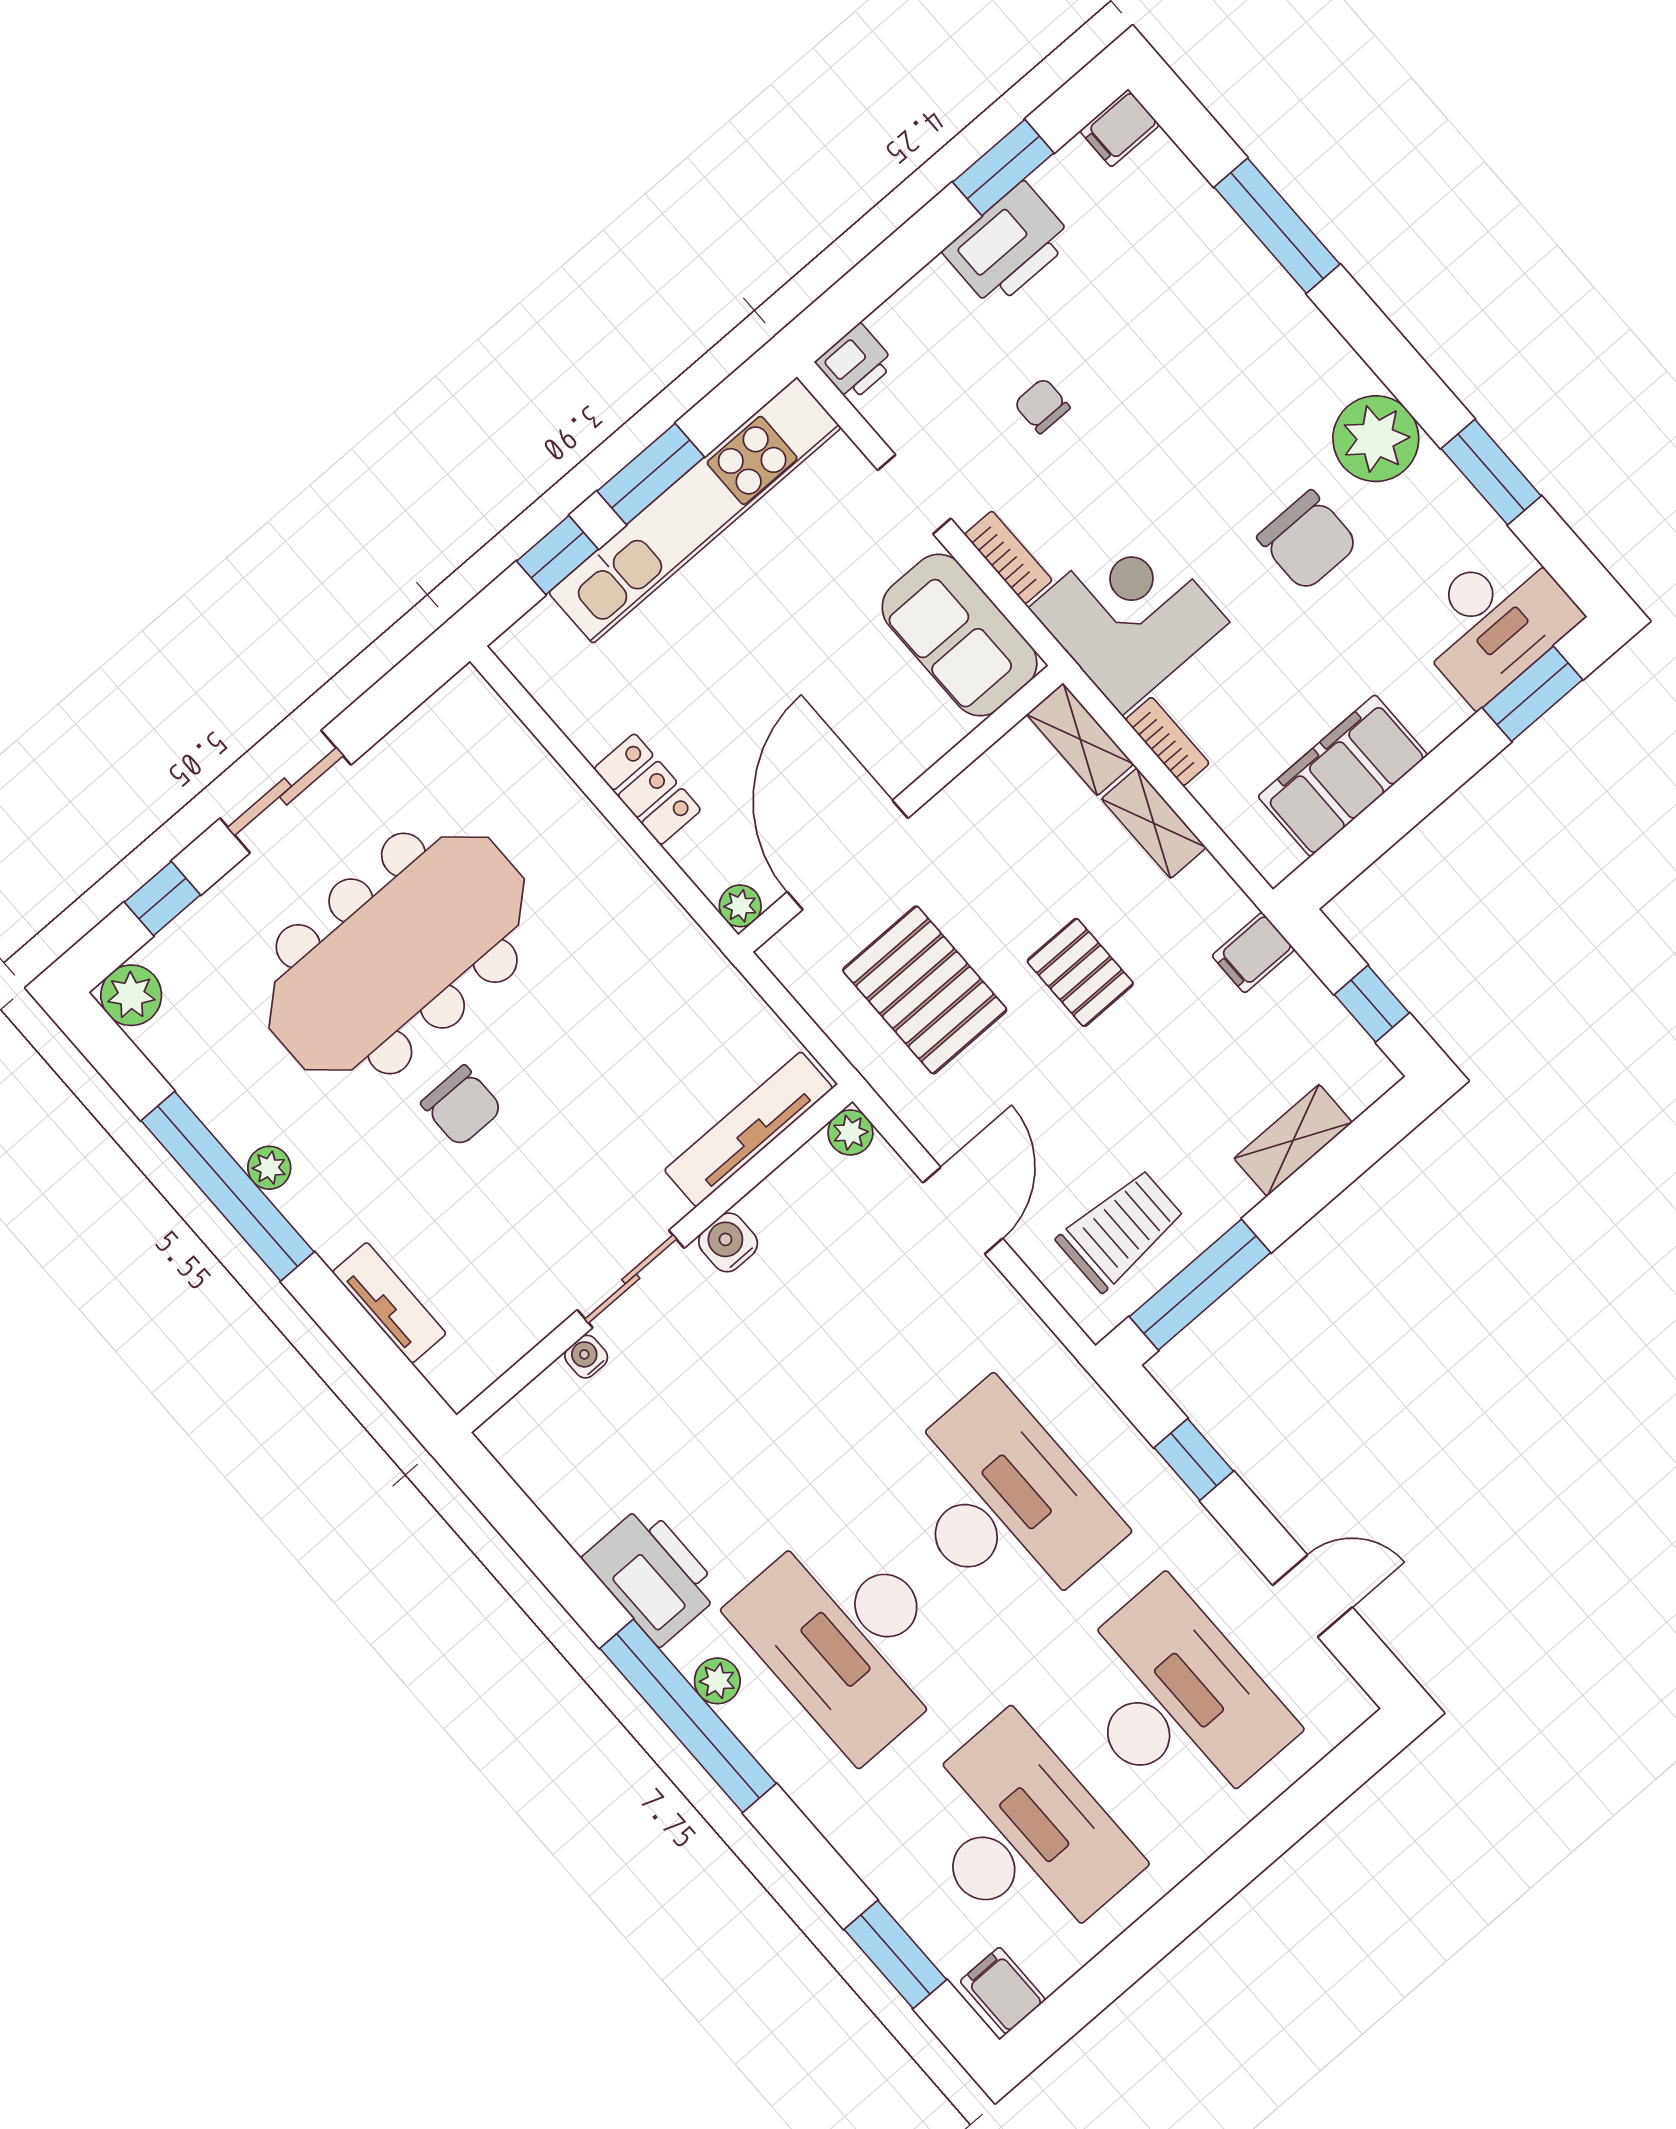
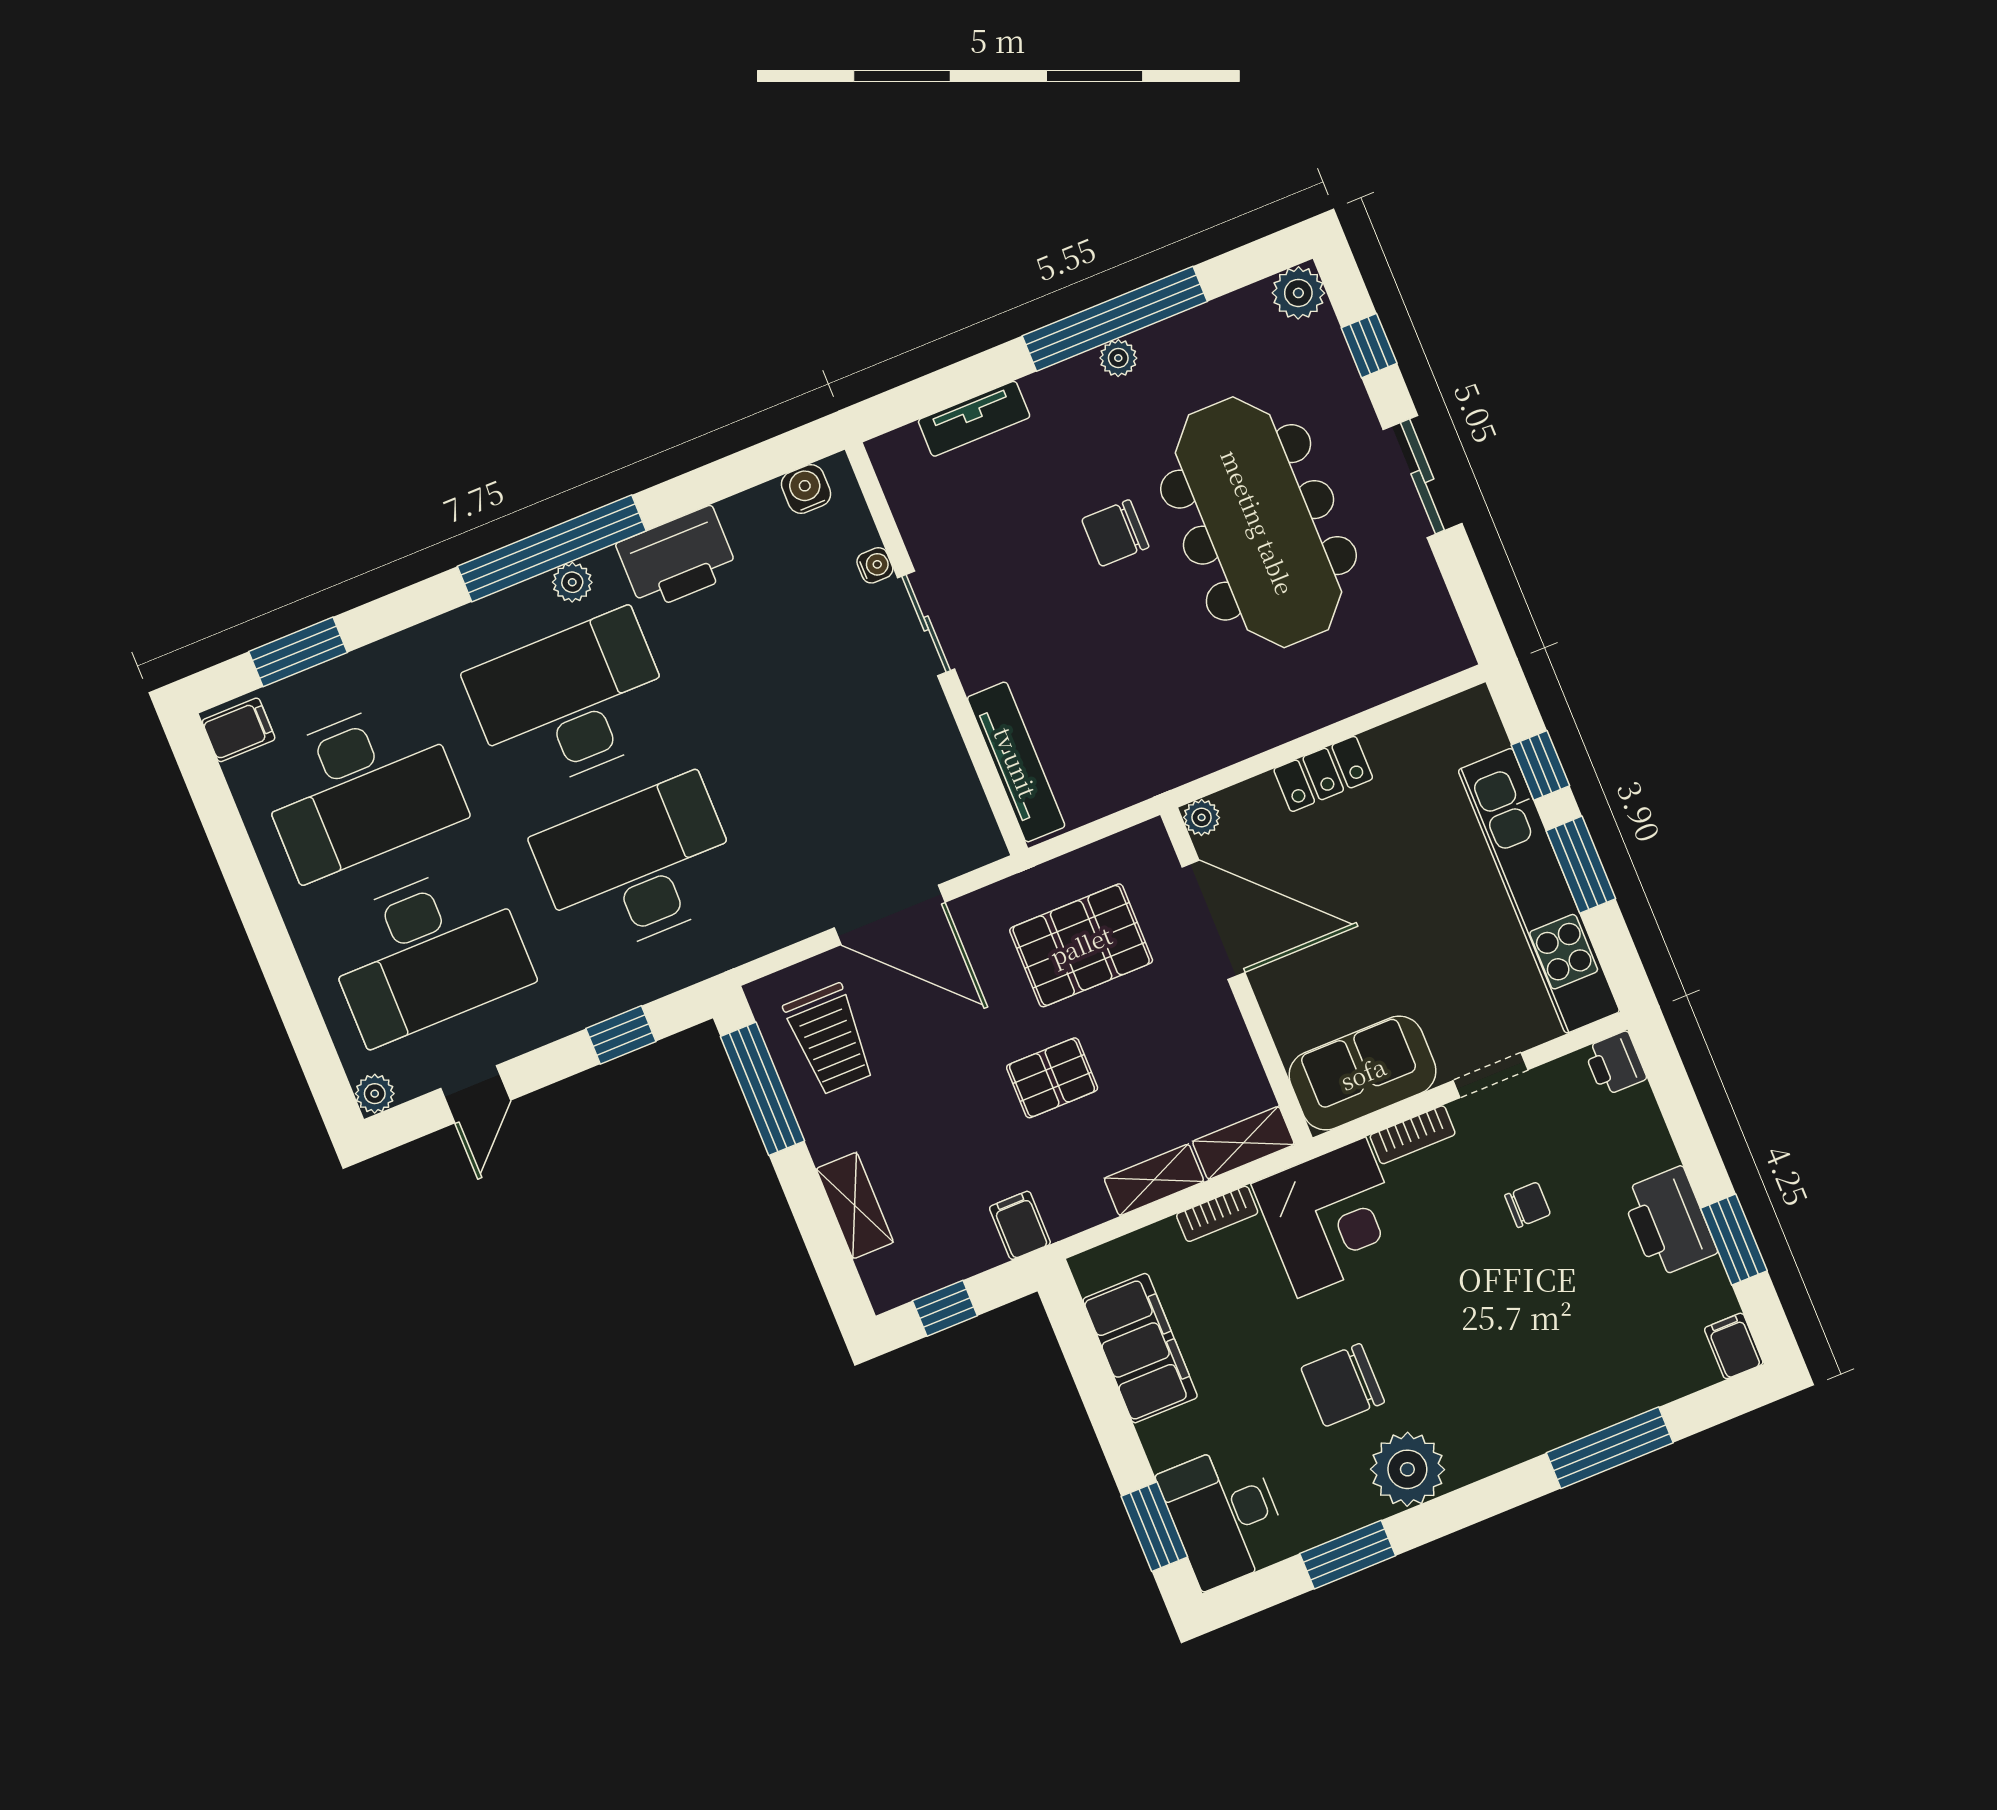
plant: (850, 1132) -> (375, 1094), moved
door: (963, 1211) -> (890, 915), width x1.36
water cooler: (728, 1242) -> (806, 489), moved, turned -90
desk: (1003, 1503) -> (638, 867), turned 180

